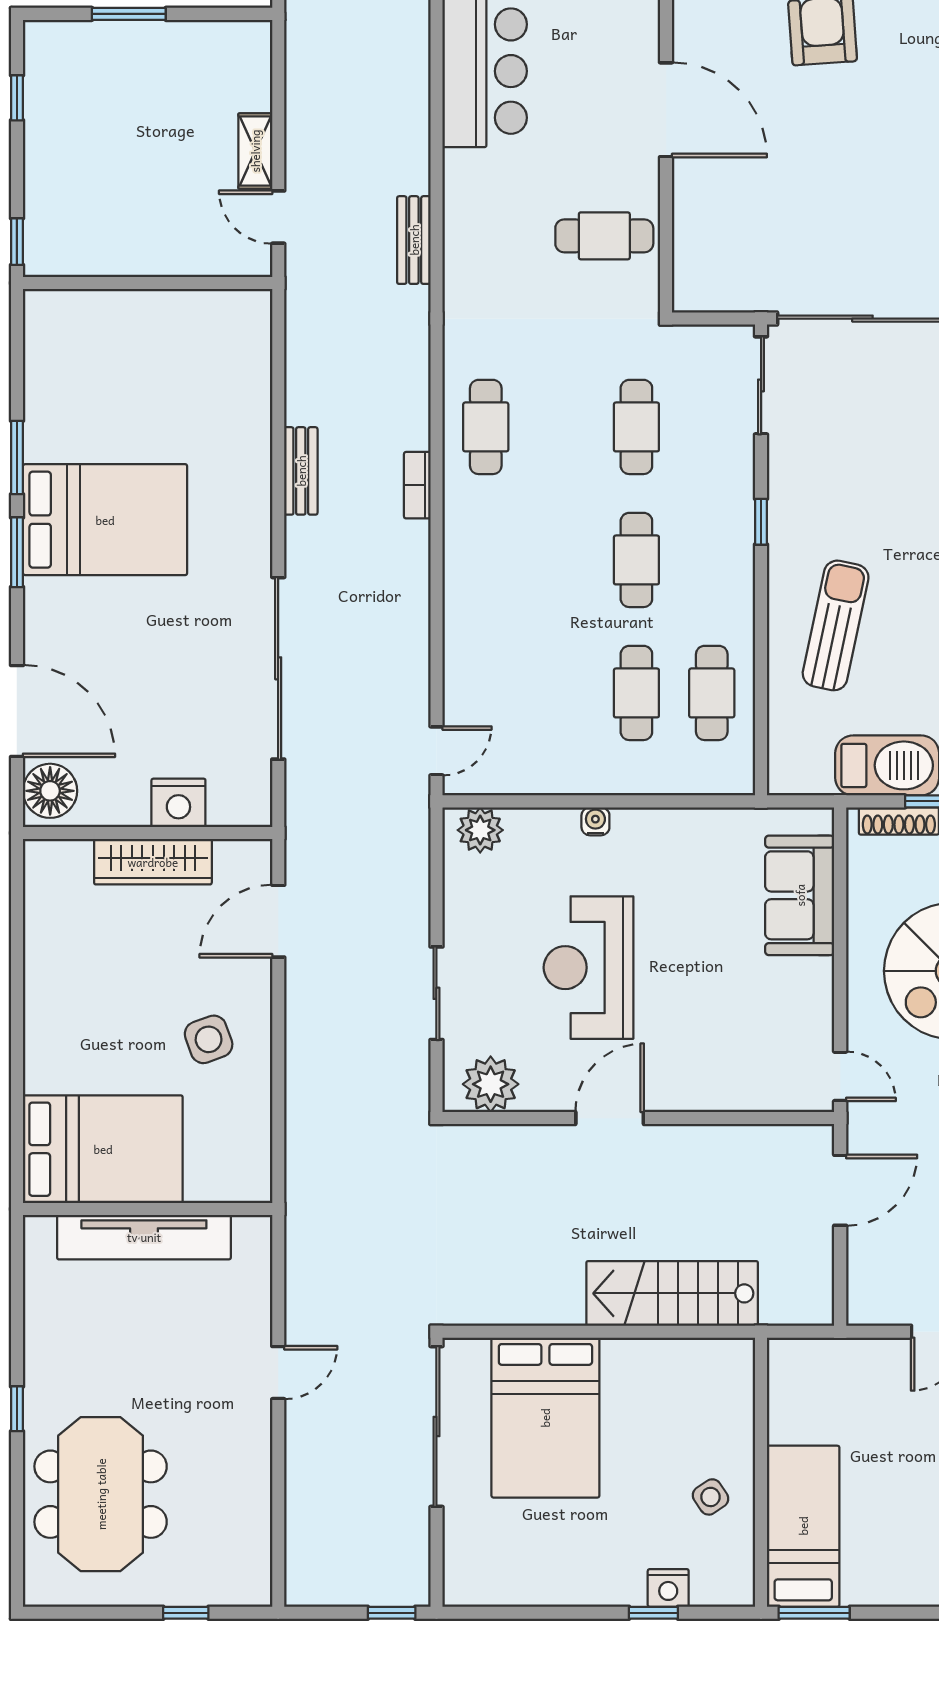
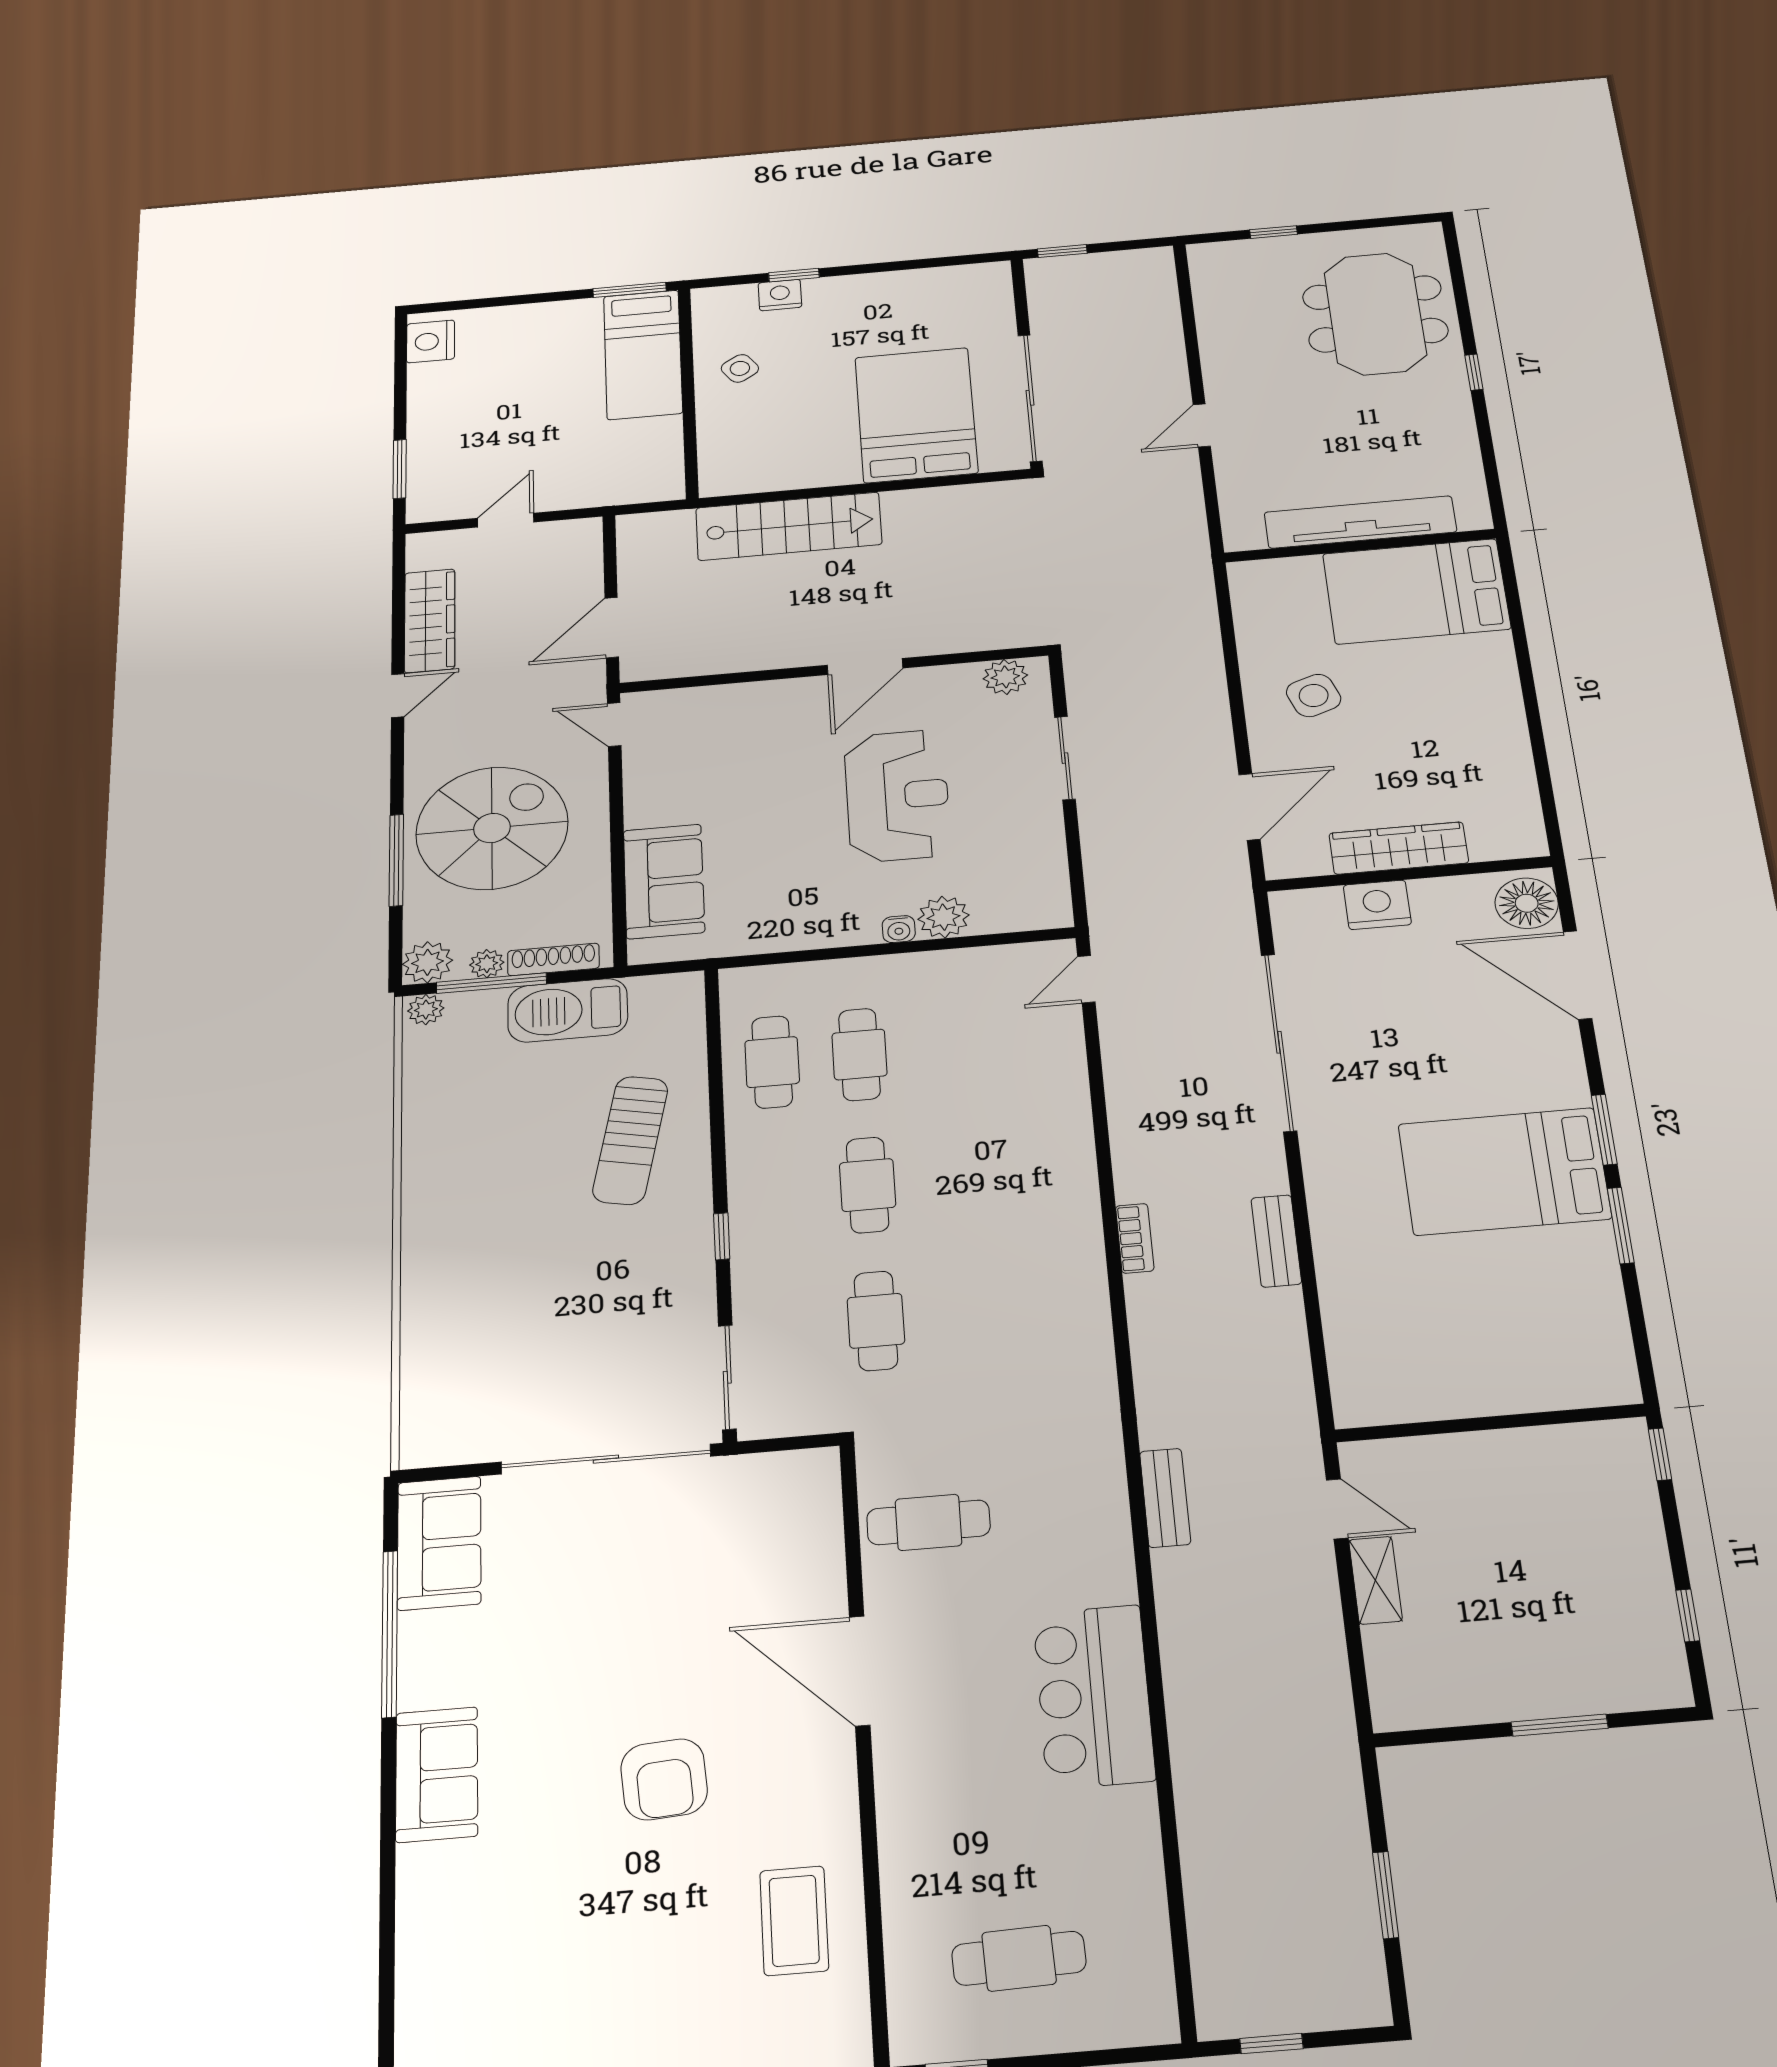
cafe table: (486, 427) -> (1058, 1305), removed
plant: (480, 830) -> (944, 917), moved
plant: (491, 1084) -> (1005, 677), width x0.73, depth x0.73

